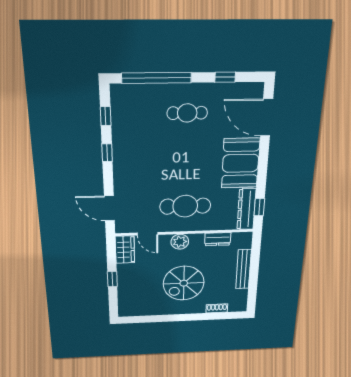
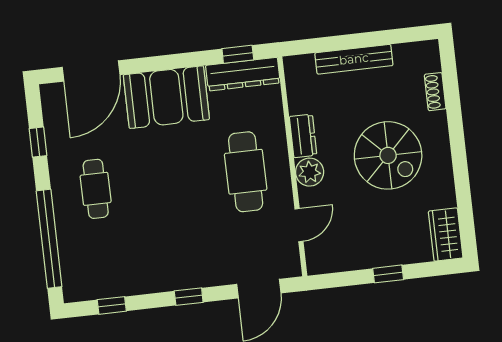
window: (107, 153) -> (189, 297), moved
dresser: (218, 239) -> (303, 136), moved
wardrobe: (125, 250) -> (446, 235), moved, turned -90

